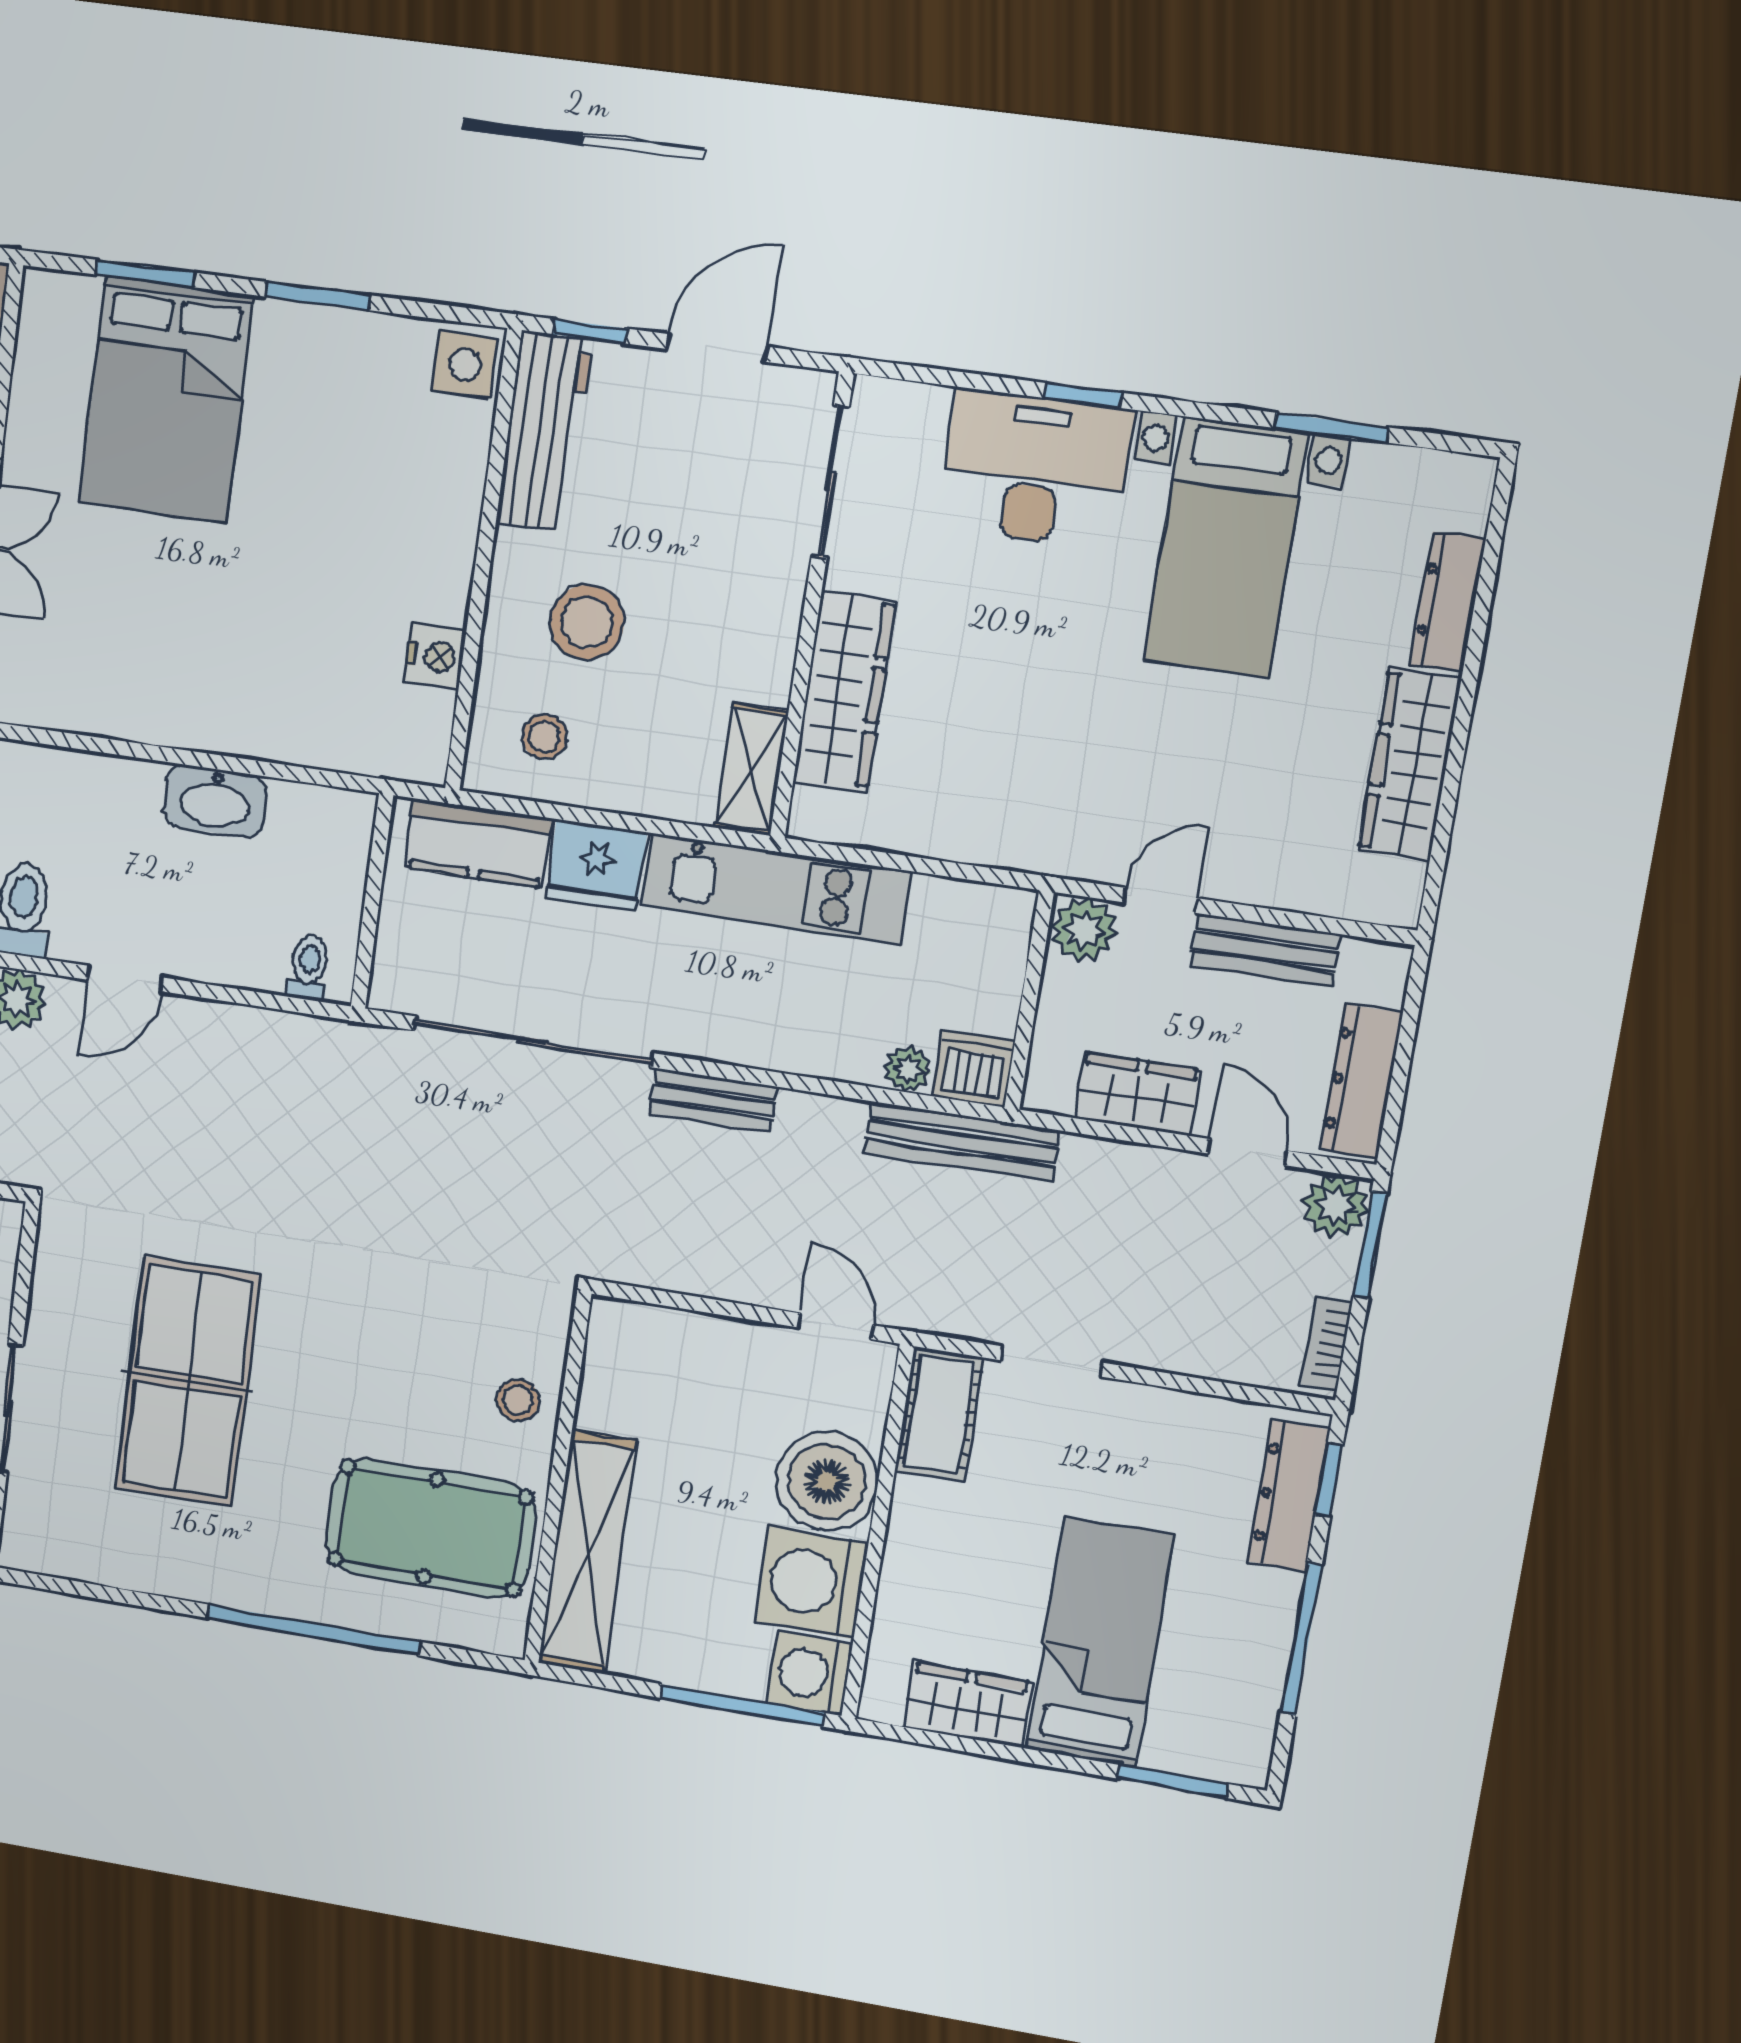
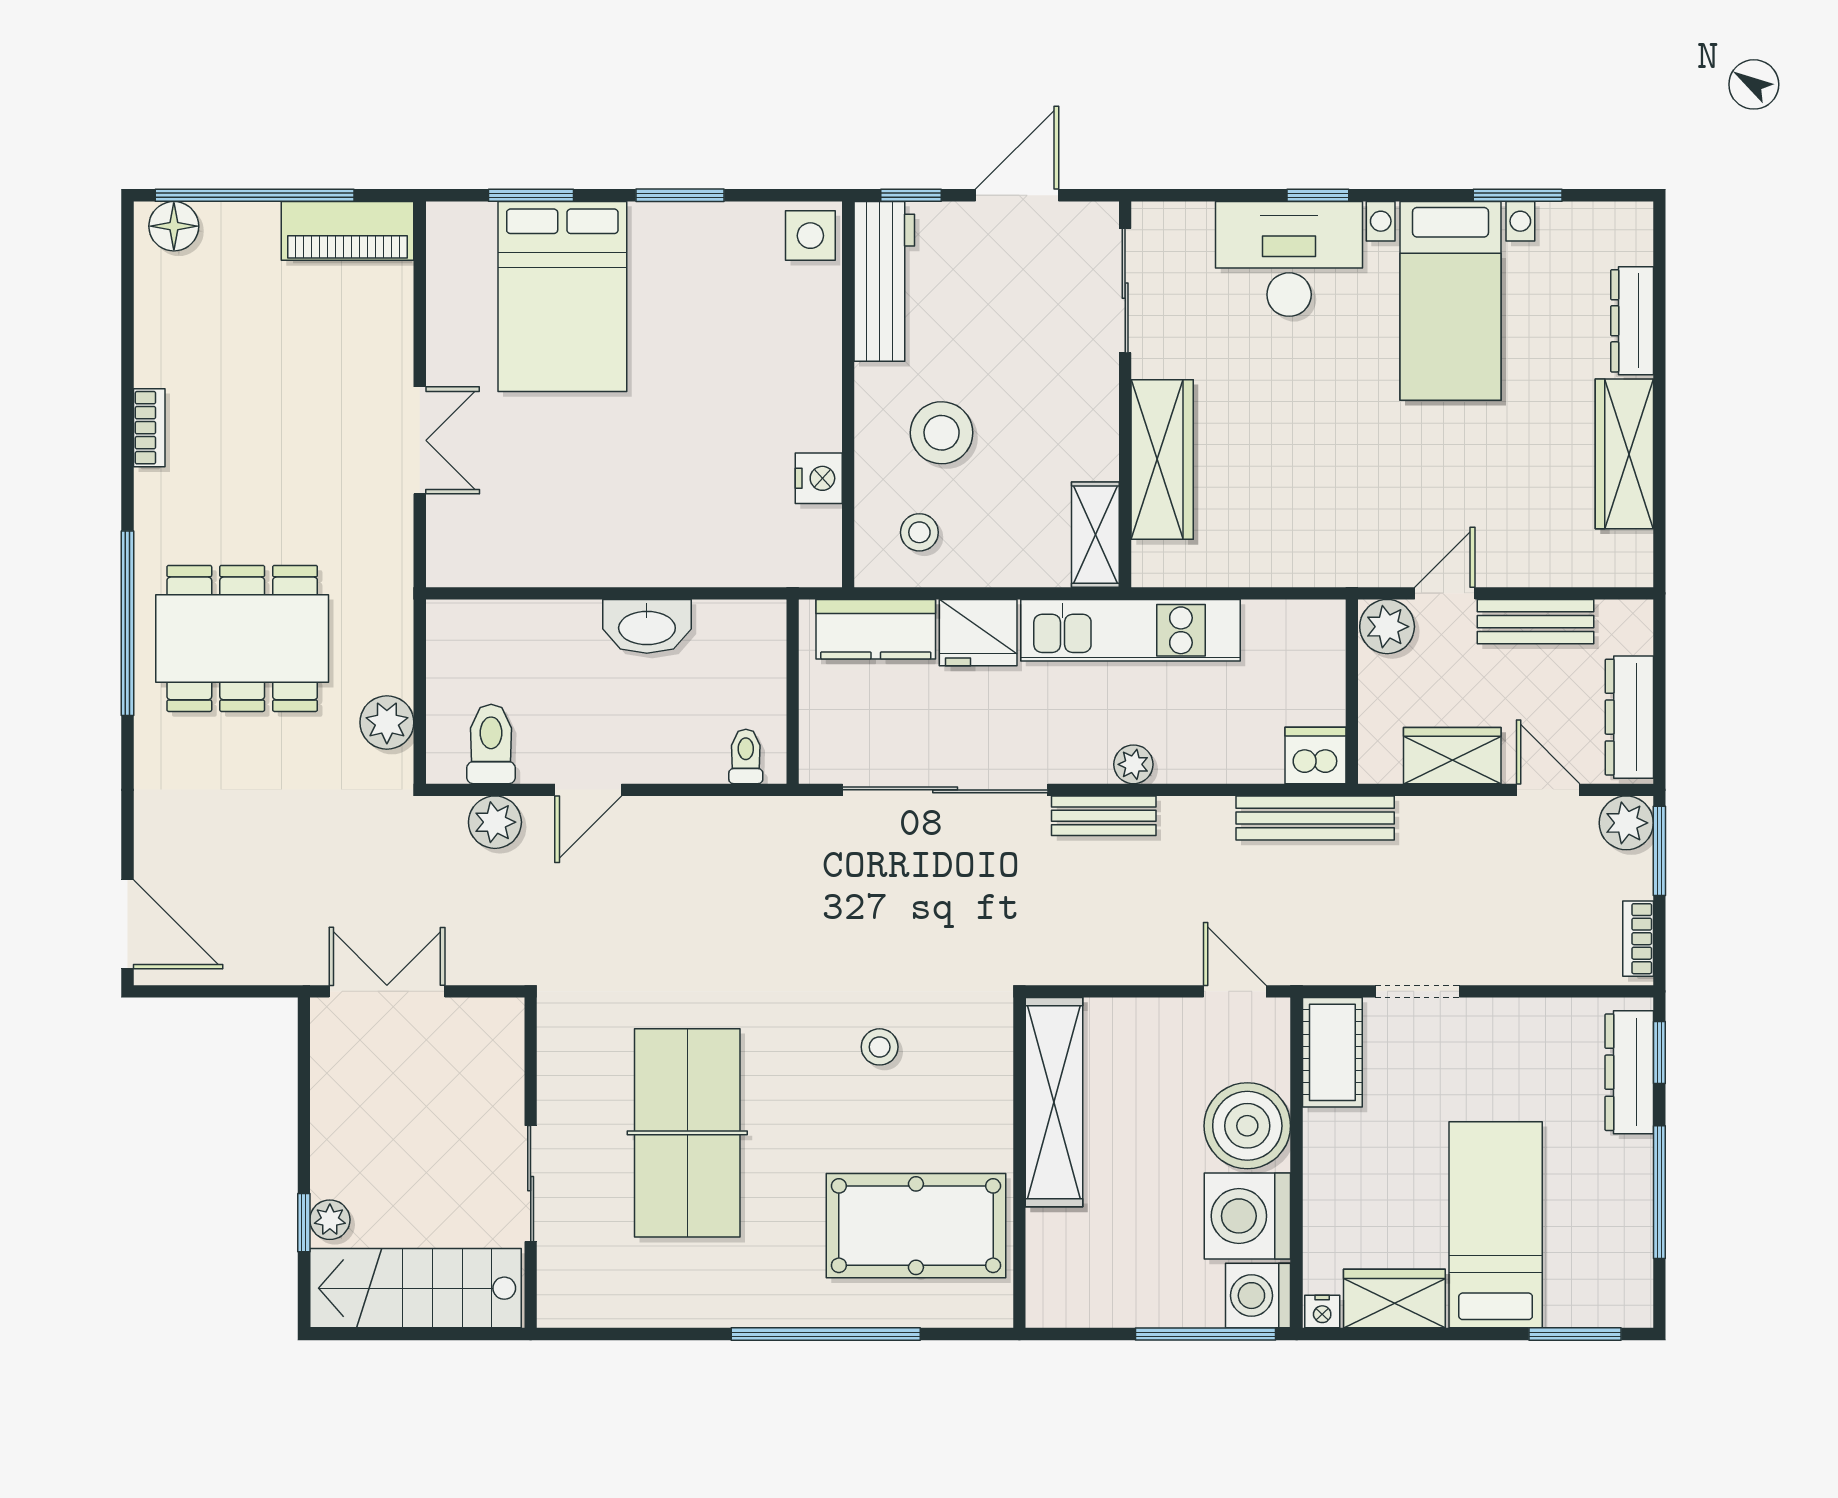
plant: (908, 1069) -> (1133, 764), moved
stool: (518, 1400) -> (880, 1047), moved
shelving: (588, 1552) -> (1054, 1102), moved
nightstand: (881, 1704) -> (1322, 1312), added

